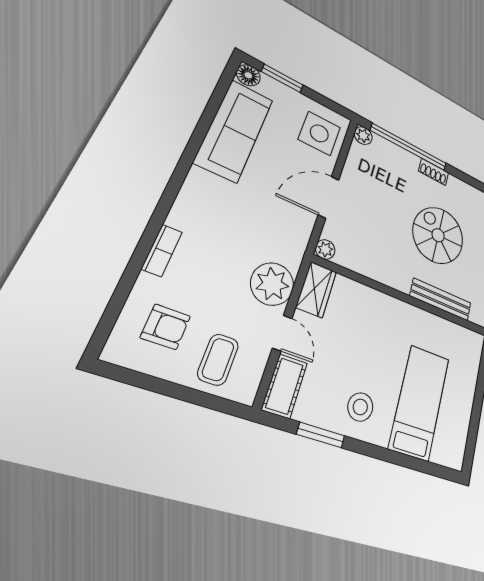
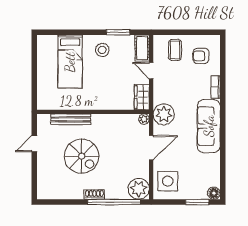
sofa: (234, 130) -> (209, 126), moved
plant: (363, 136) -> (139, 189), width x1.87, depth x1.87
plant: (272, 284) -> (164, 114), moved

